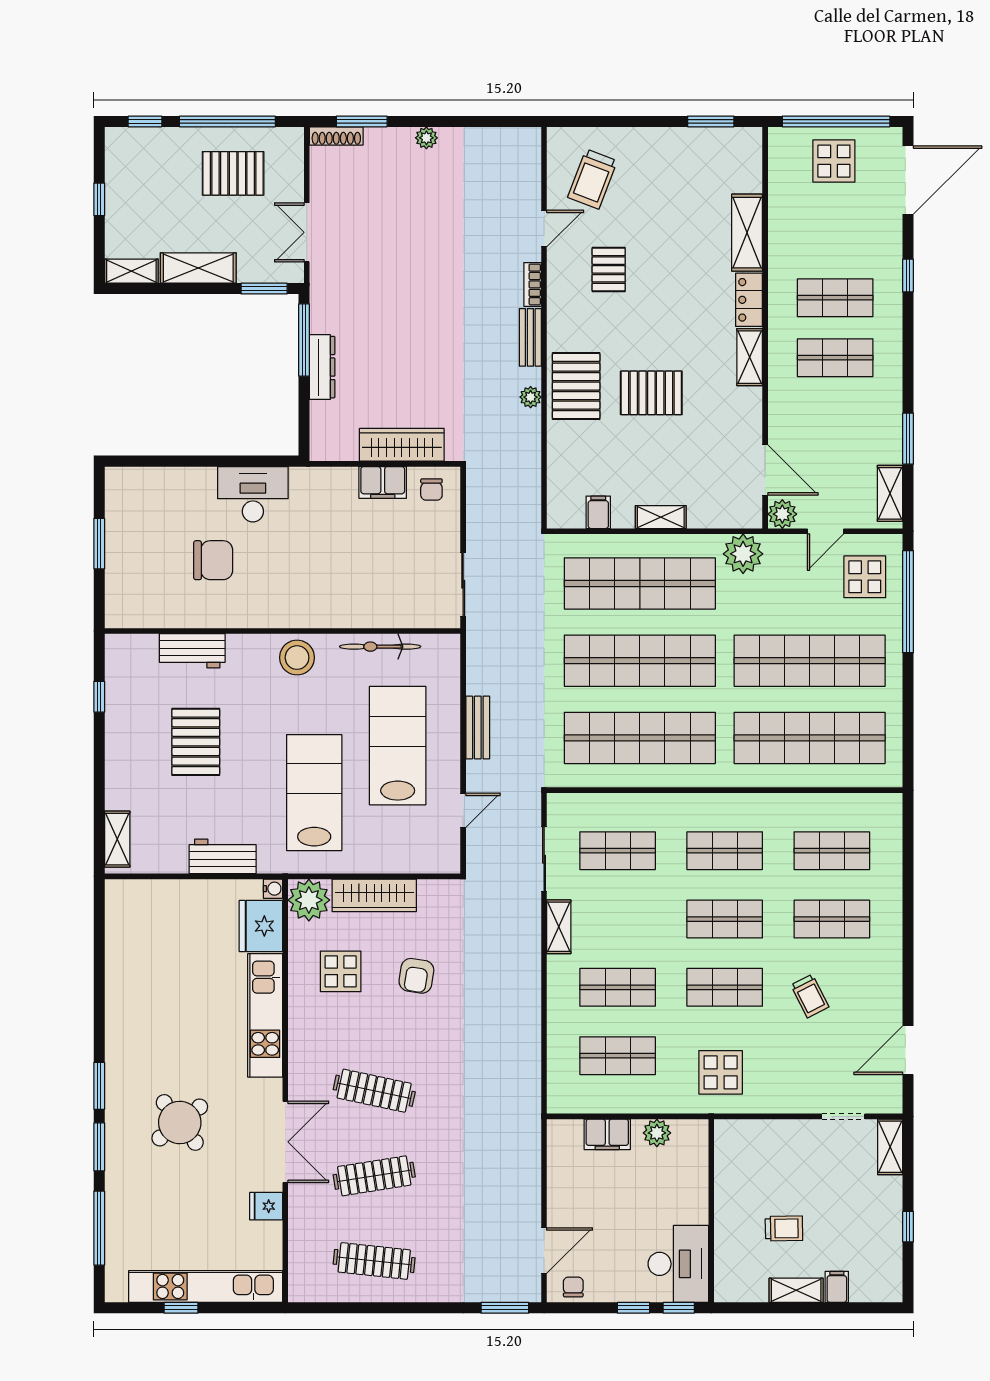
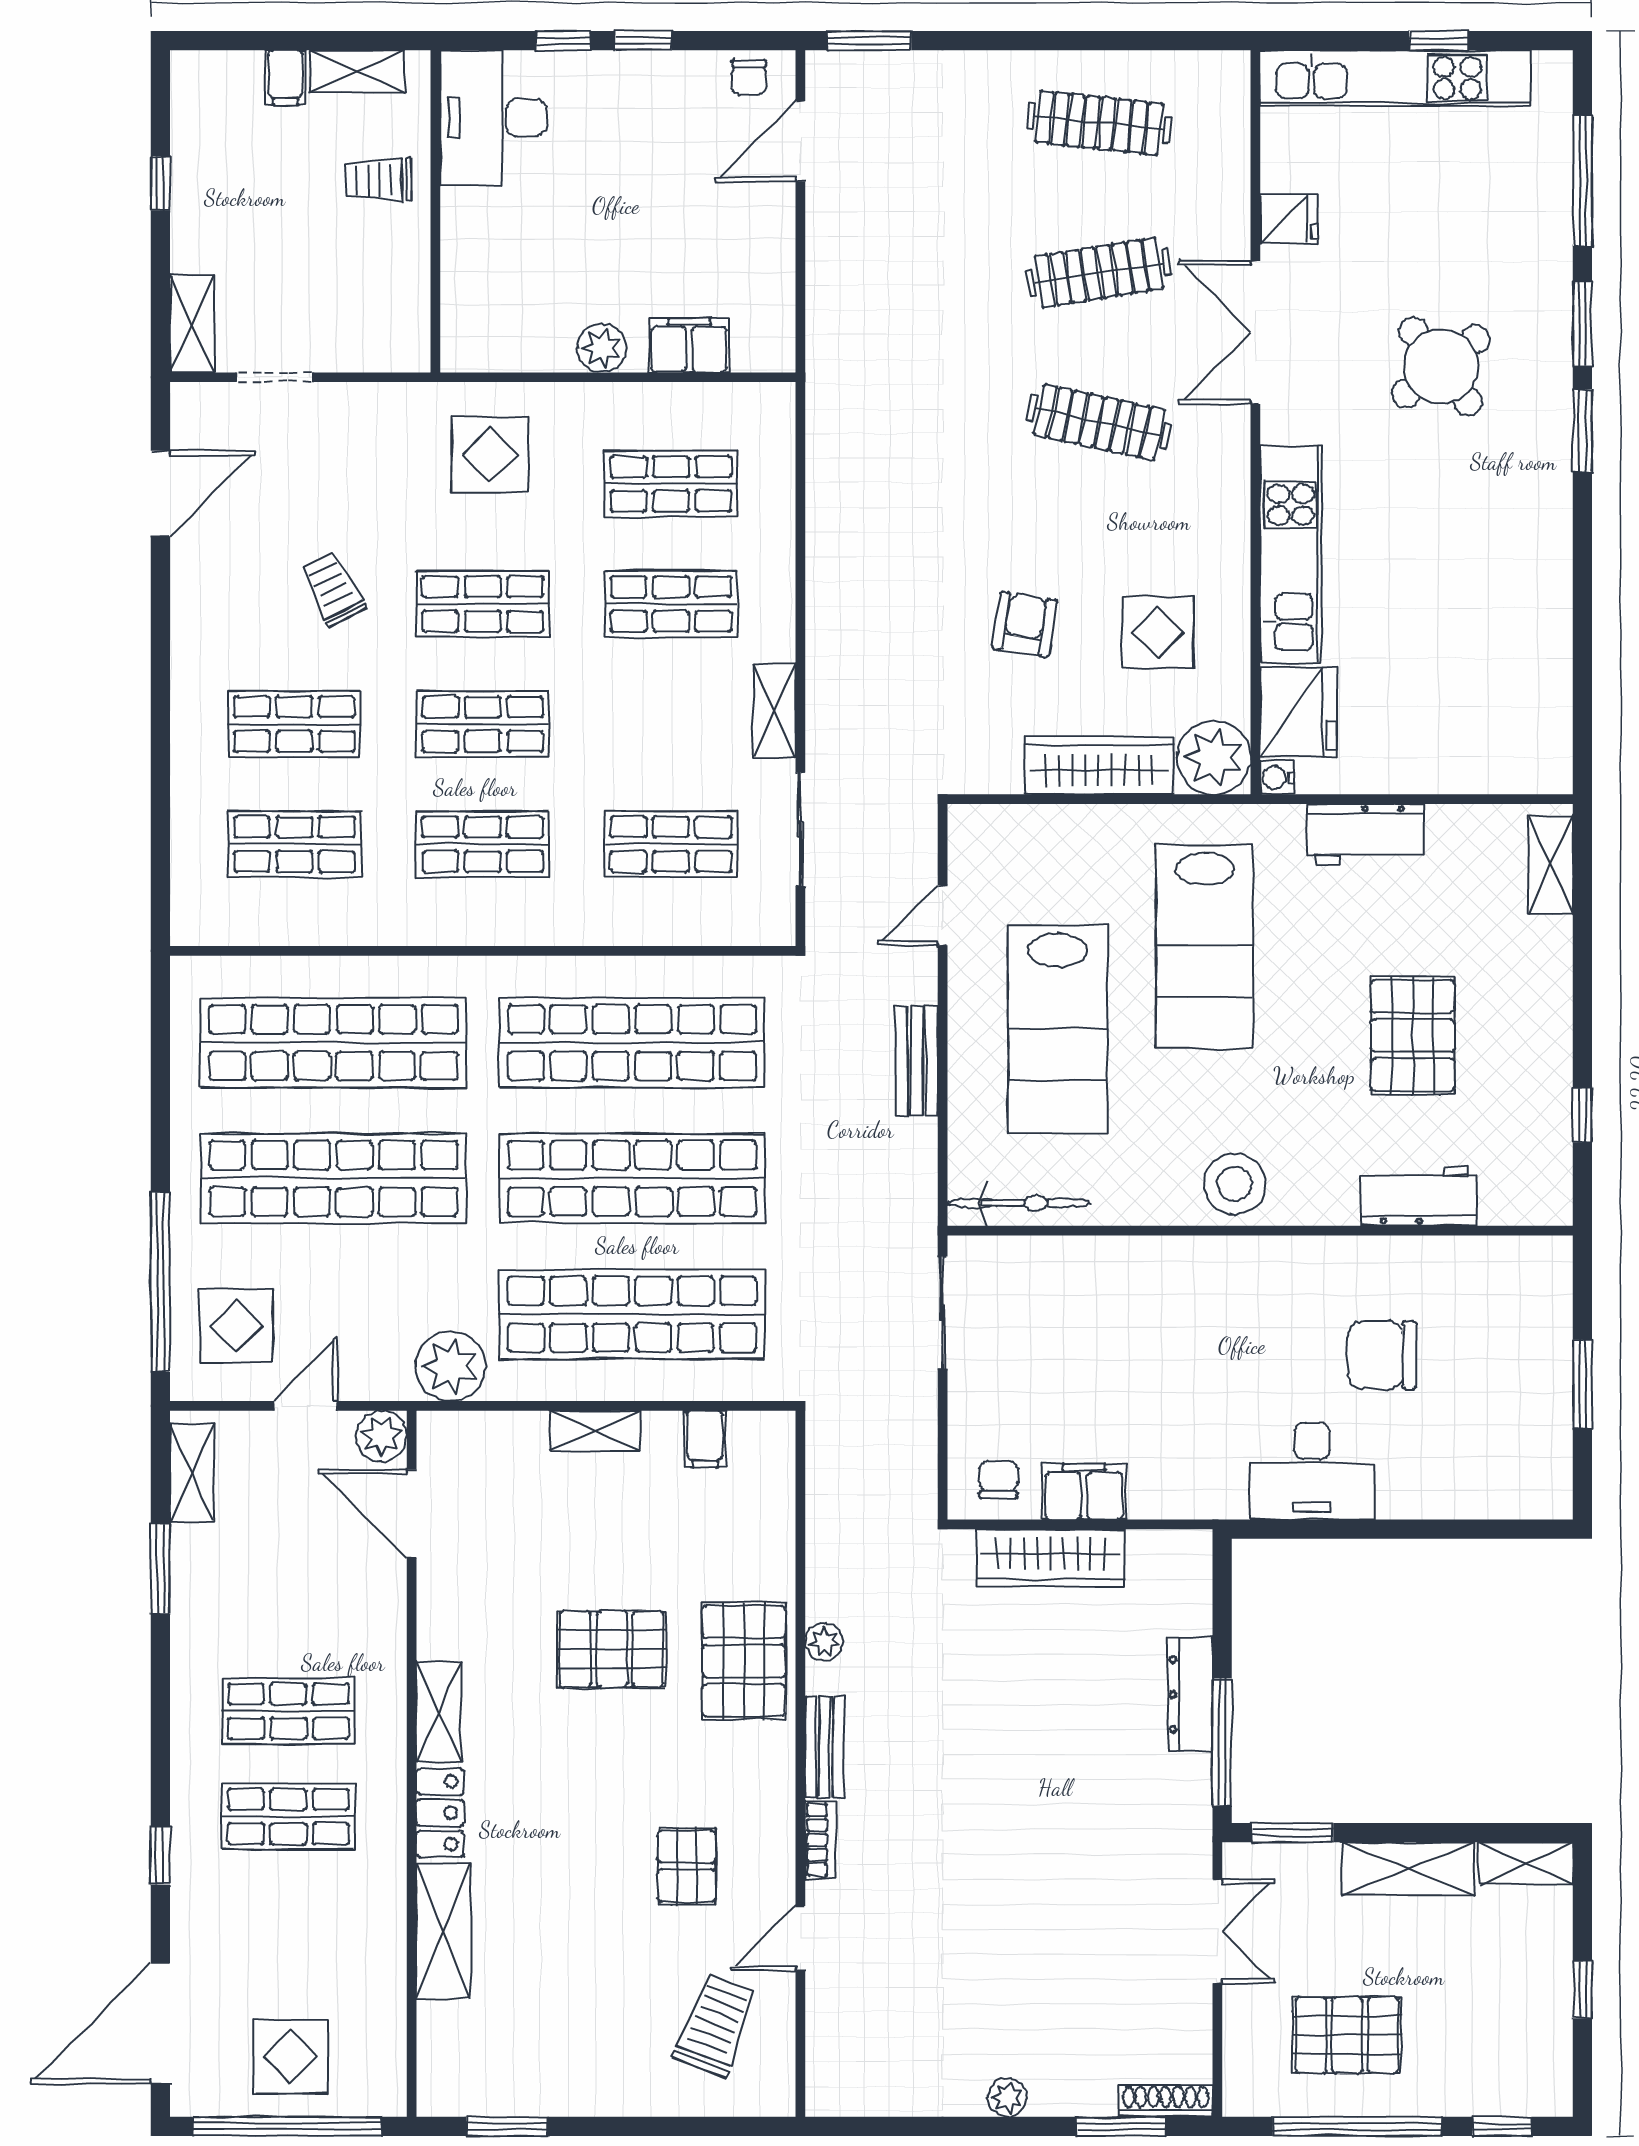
bicycle: (380, 647) -> (1019, 1203), moved
wall: (711, 1211) -> (435, 211), moved
desk: (678, 1264) -> (493, 118), moved

